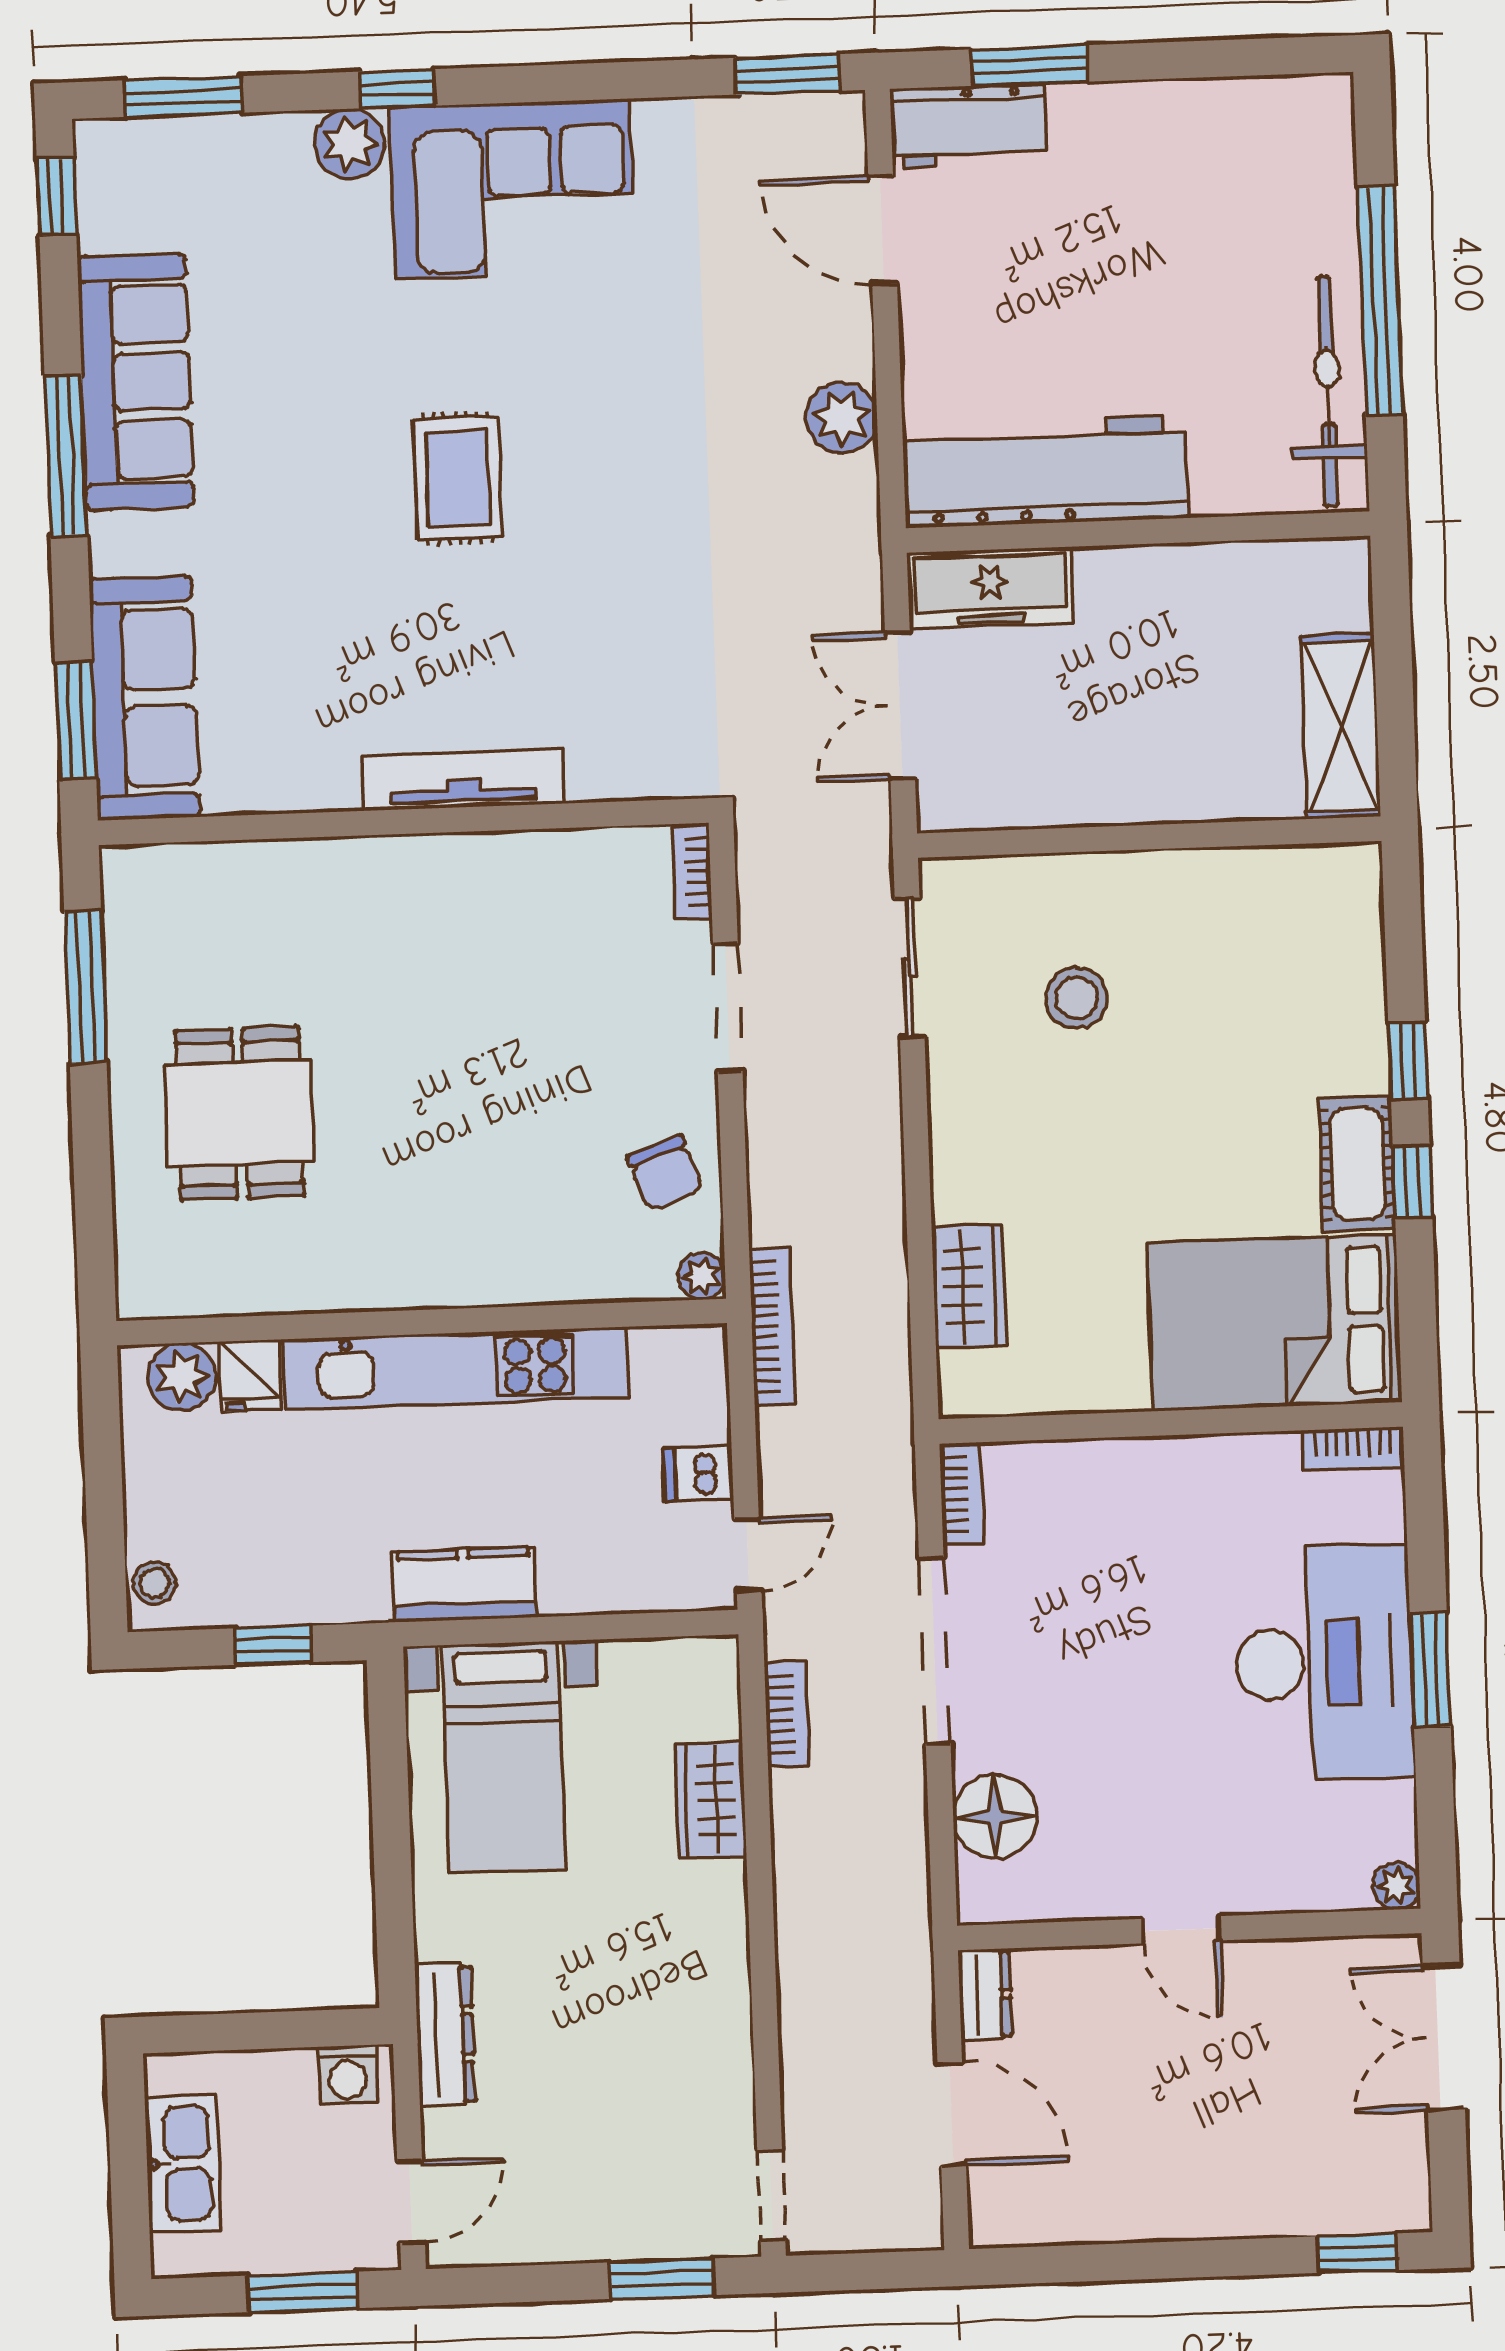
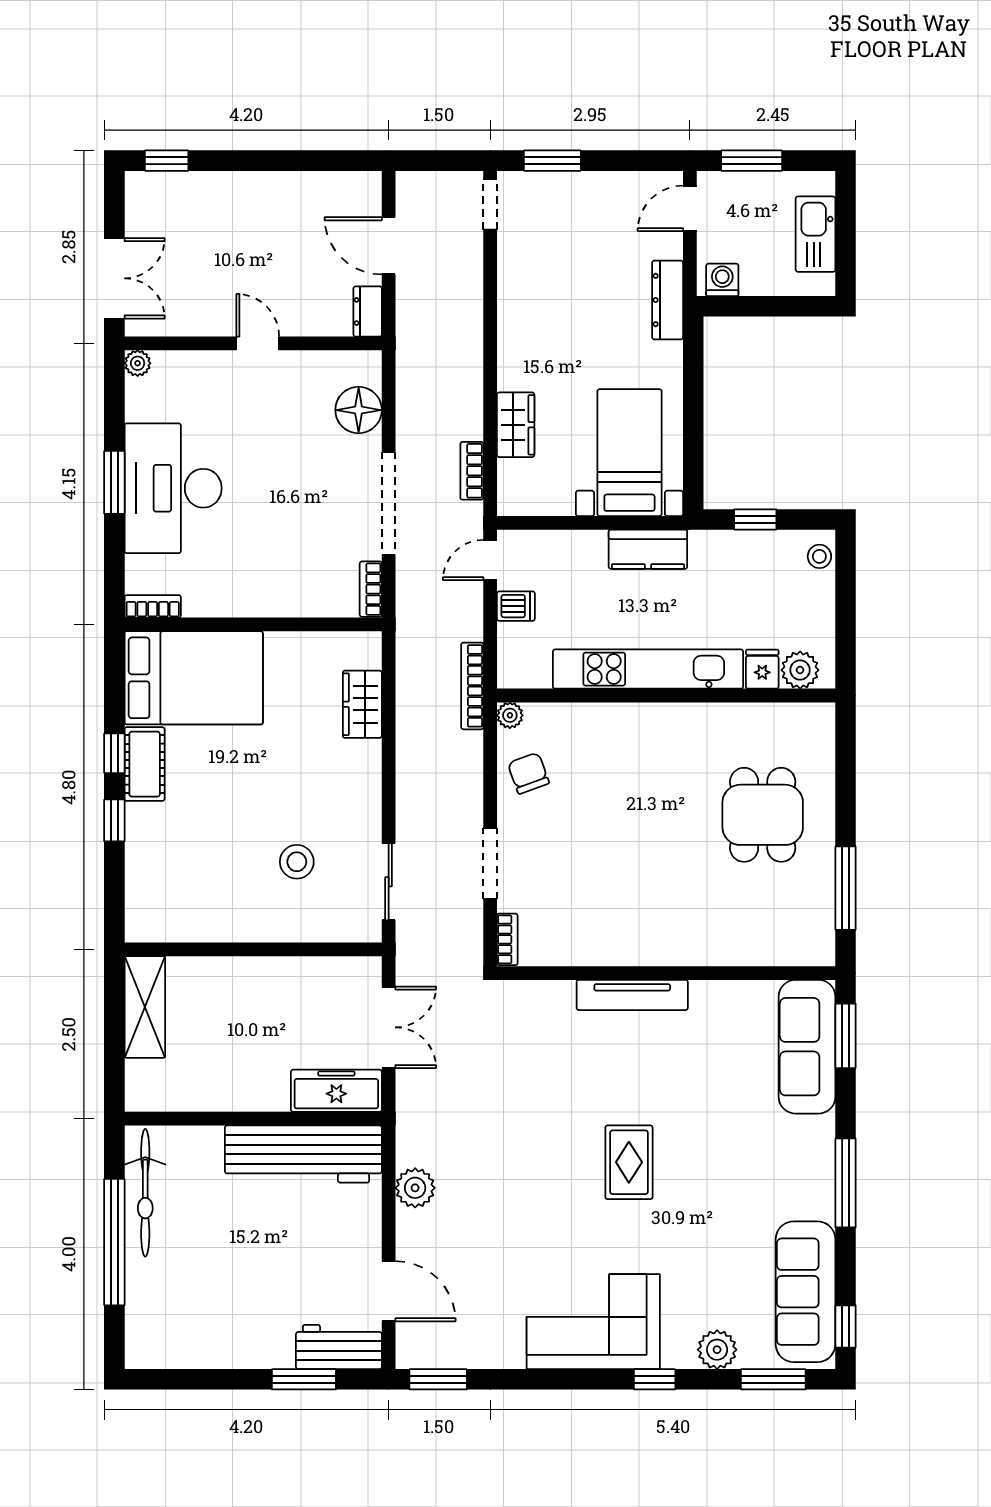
plant: (350, 144) -> (717, 1350), moved
sofa: (136, 382) -> (806, 1292), moved

